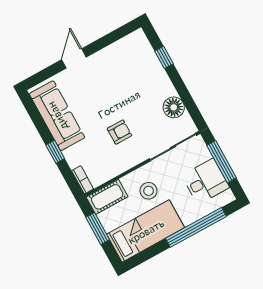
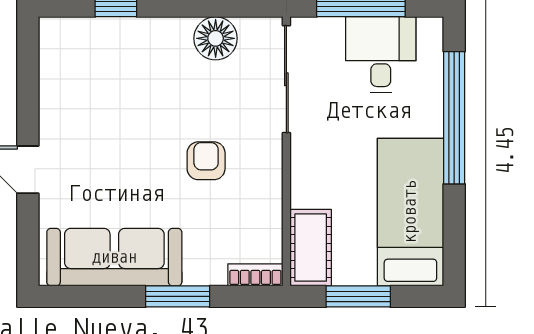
window: (55, 152) -> (178, 296), width x1.50
stool: (149, 191) -> (341, 167), removed

